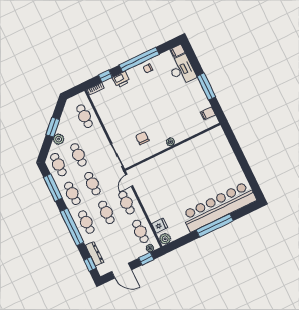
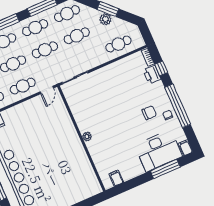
desk: (182, 70) -> (159, 151), width x1.36, depth x1.30
printer: (121, 79) -> (152, 75), moved
window: (206, 87) -> (165, 169), moved
chair: (142, 138) -> (149, 113), moved
plant: (59, 139) -> (105, 19), moved
door: (129, 180) -> (47, 90), swing flipped

